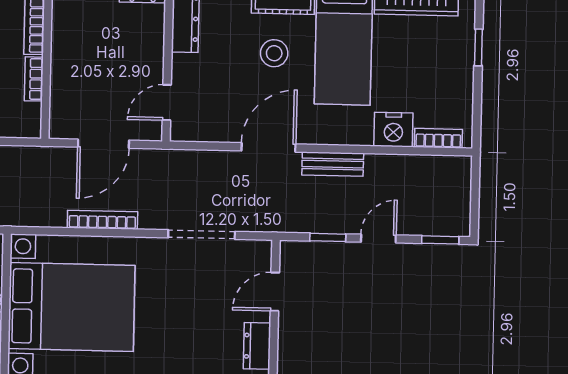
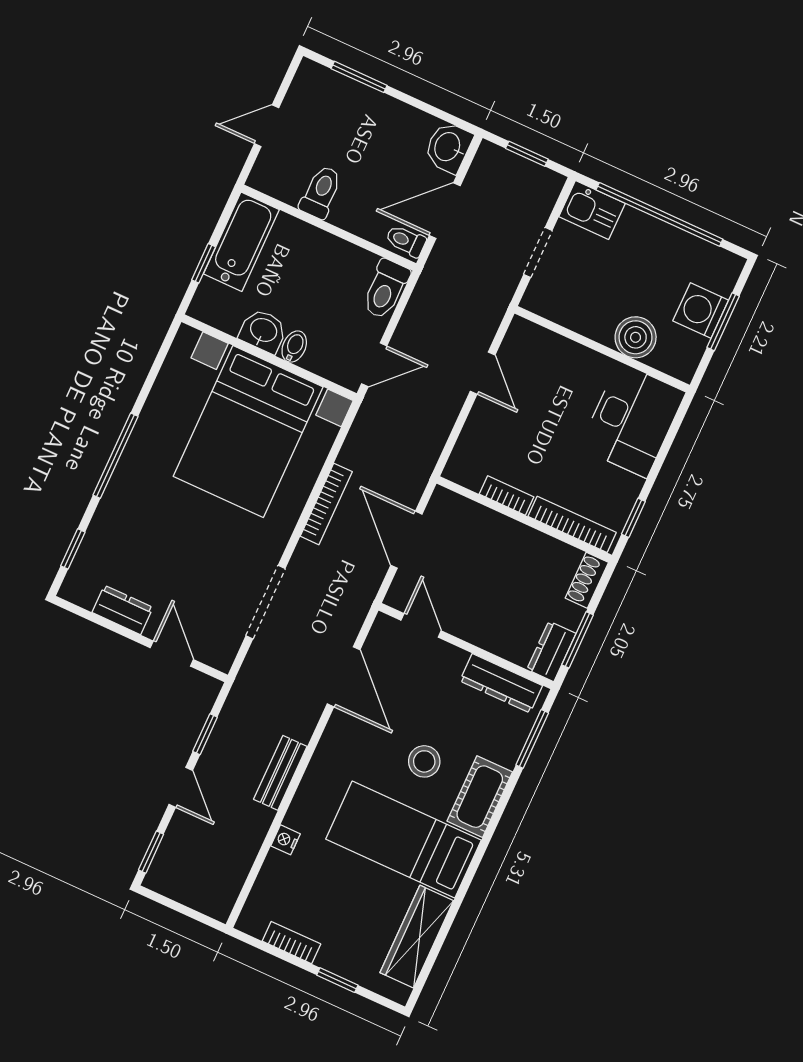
nightstand: (393, 130) -> (286, 840), width x0.53, depth x0.56
bookcase: (438, 138) -> (291, 943), moved, turned -90
door: (268, 147) -> (344, 677), moved

